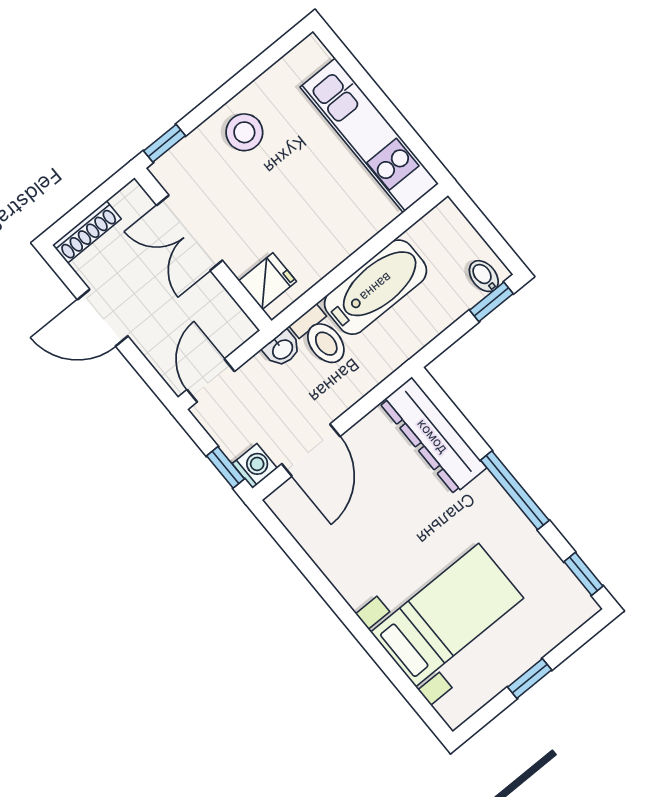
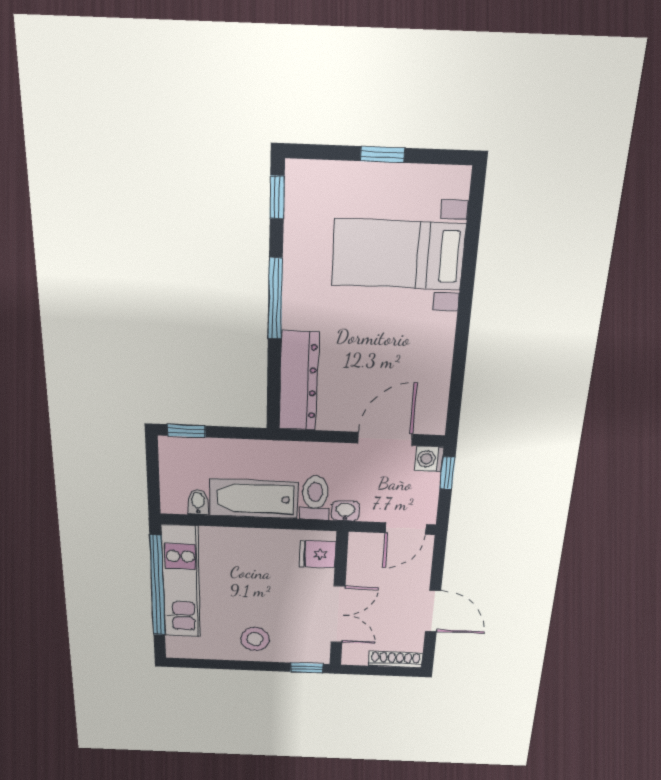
window: (388, 111) -> (157, 586), added
bidet: (484, 276) -> (198, 502), moved, turned 180

